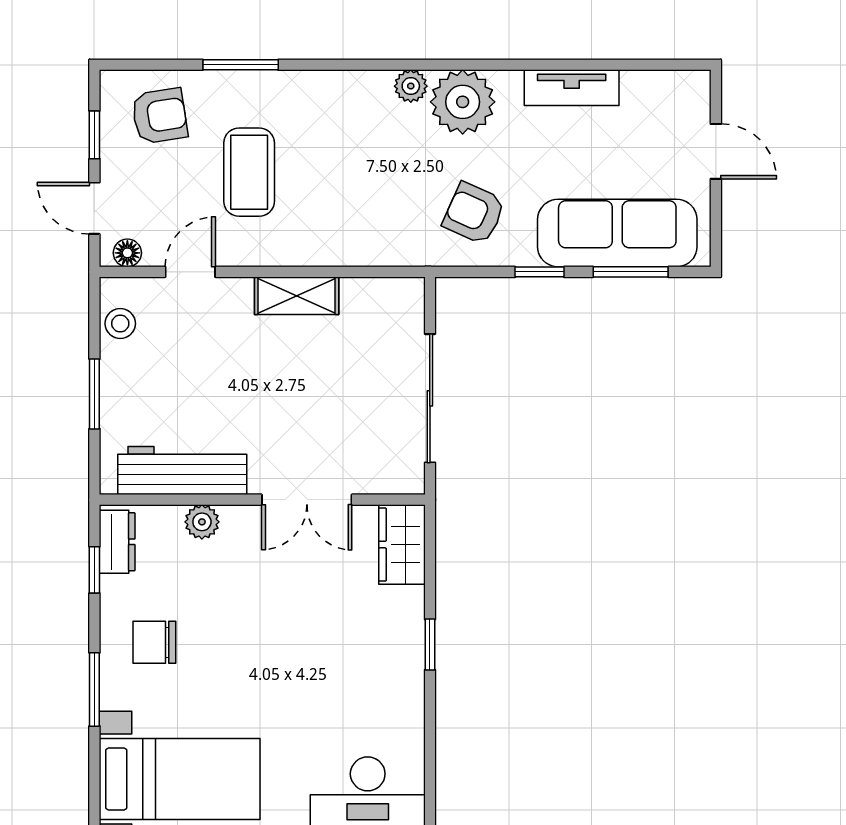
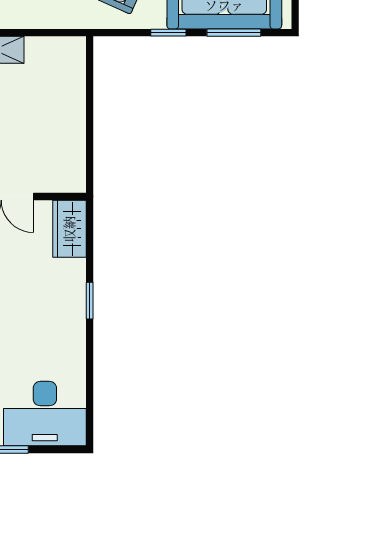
sliding door: (430, 398) -> (90, 124), removed

